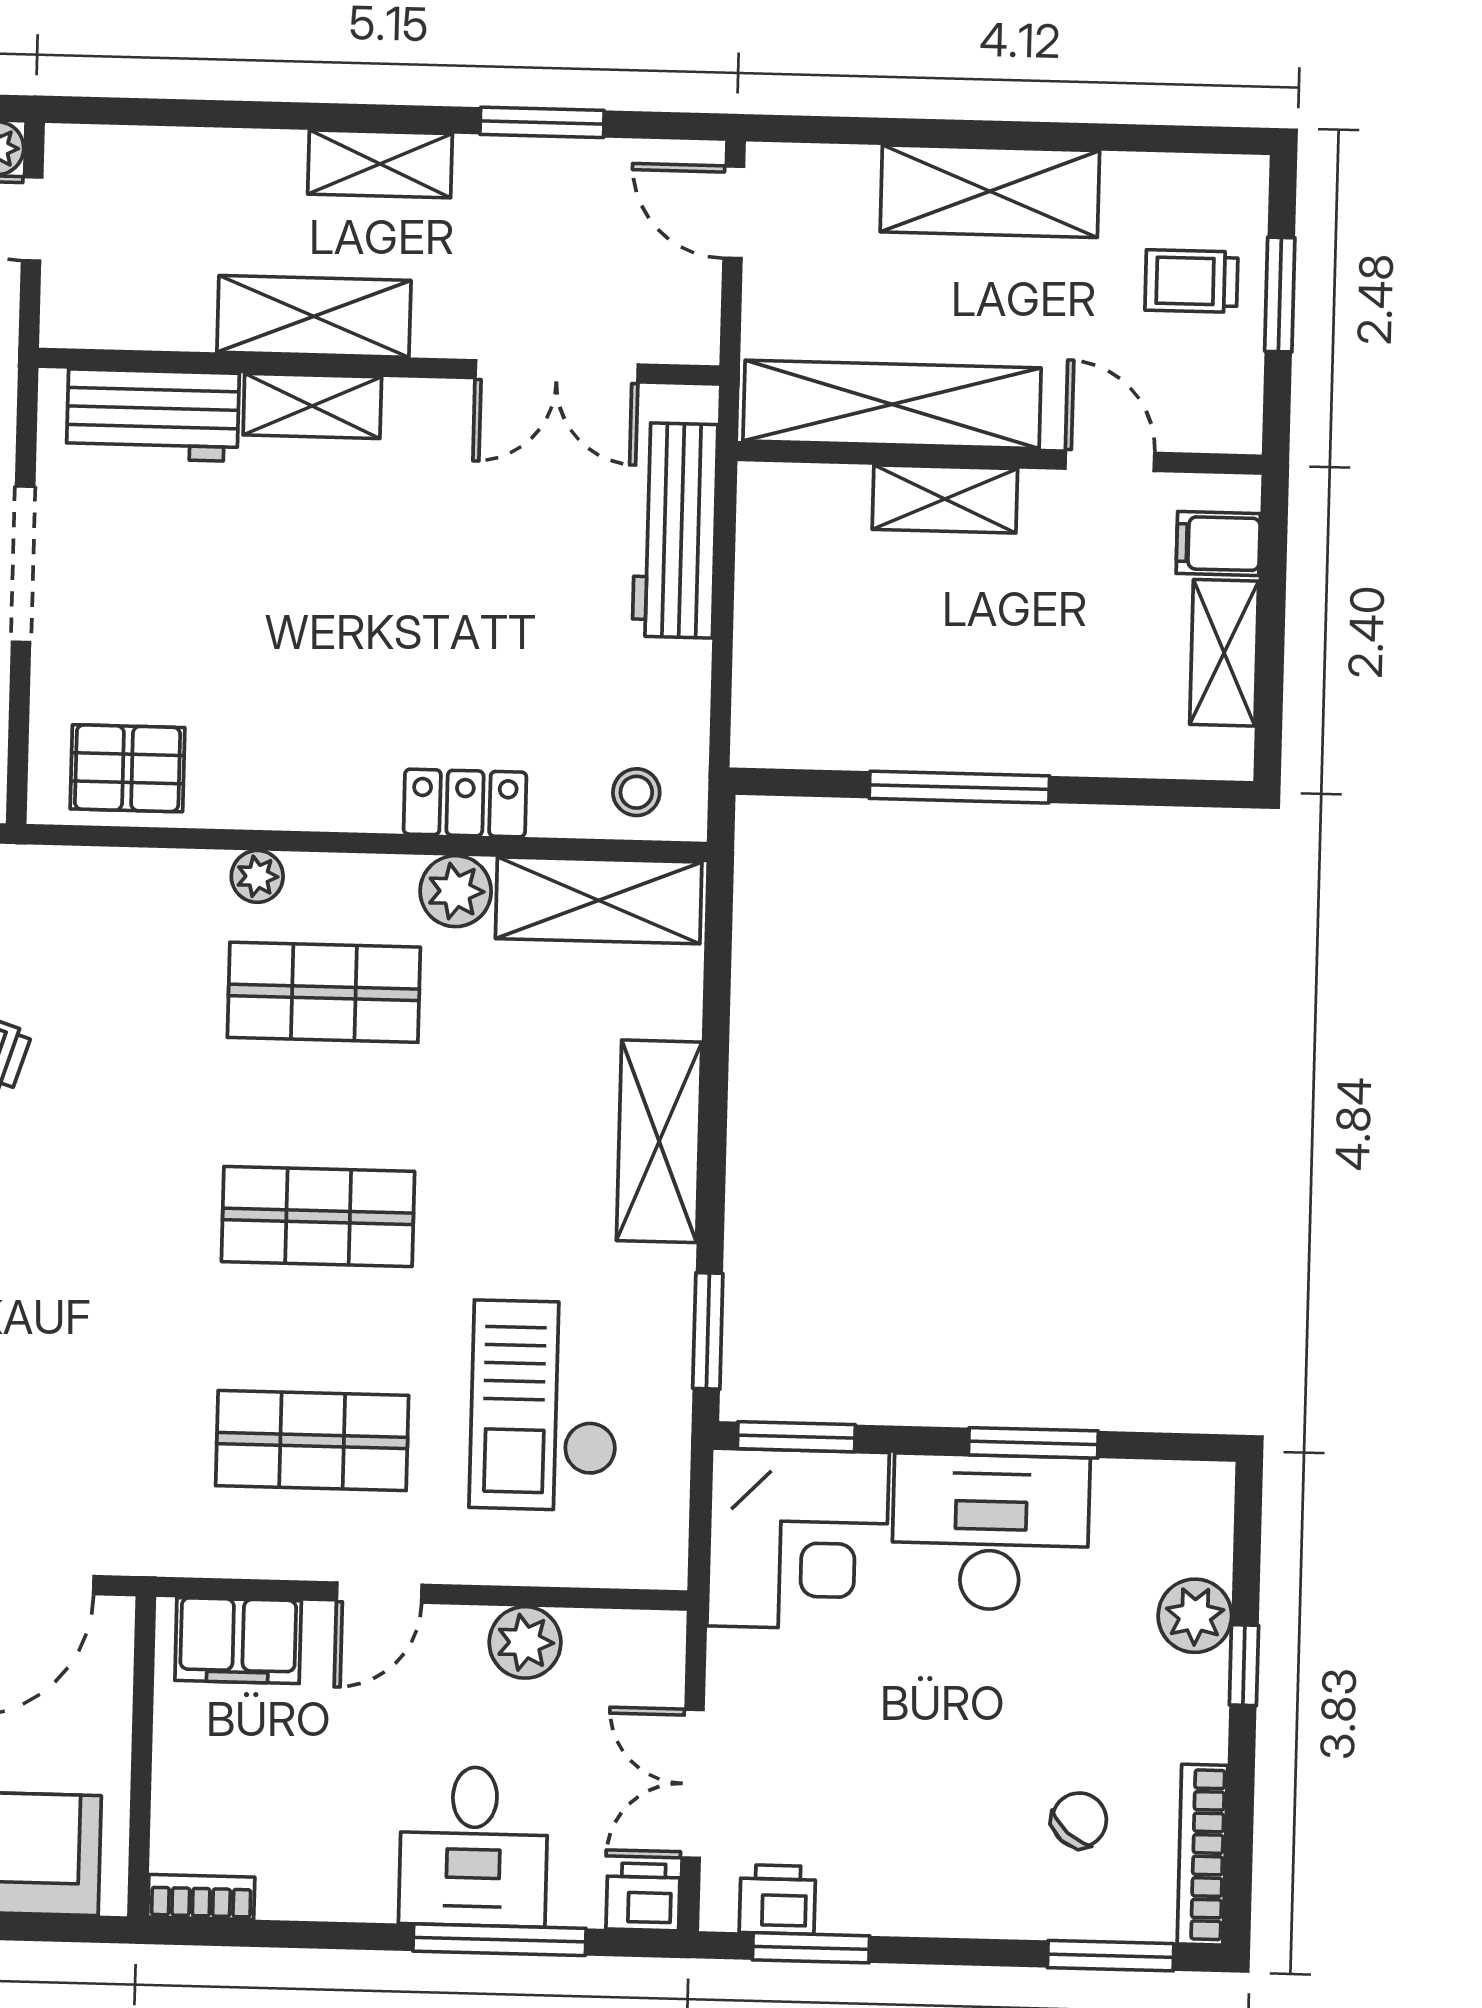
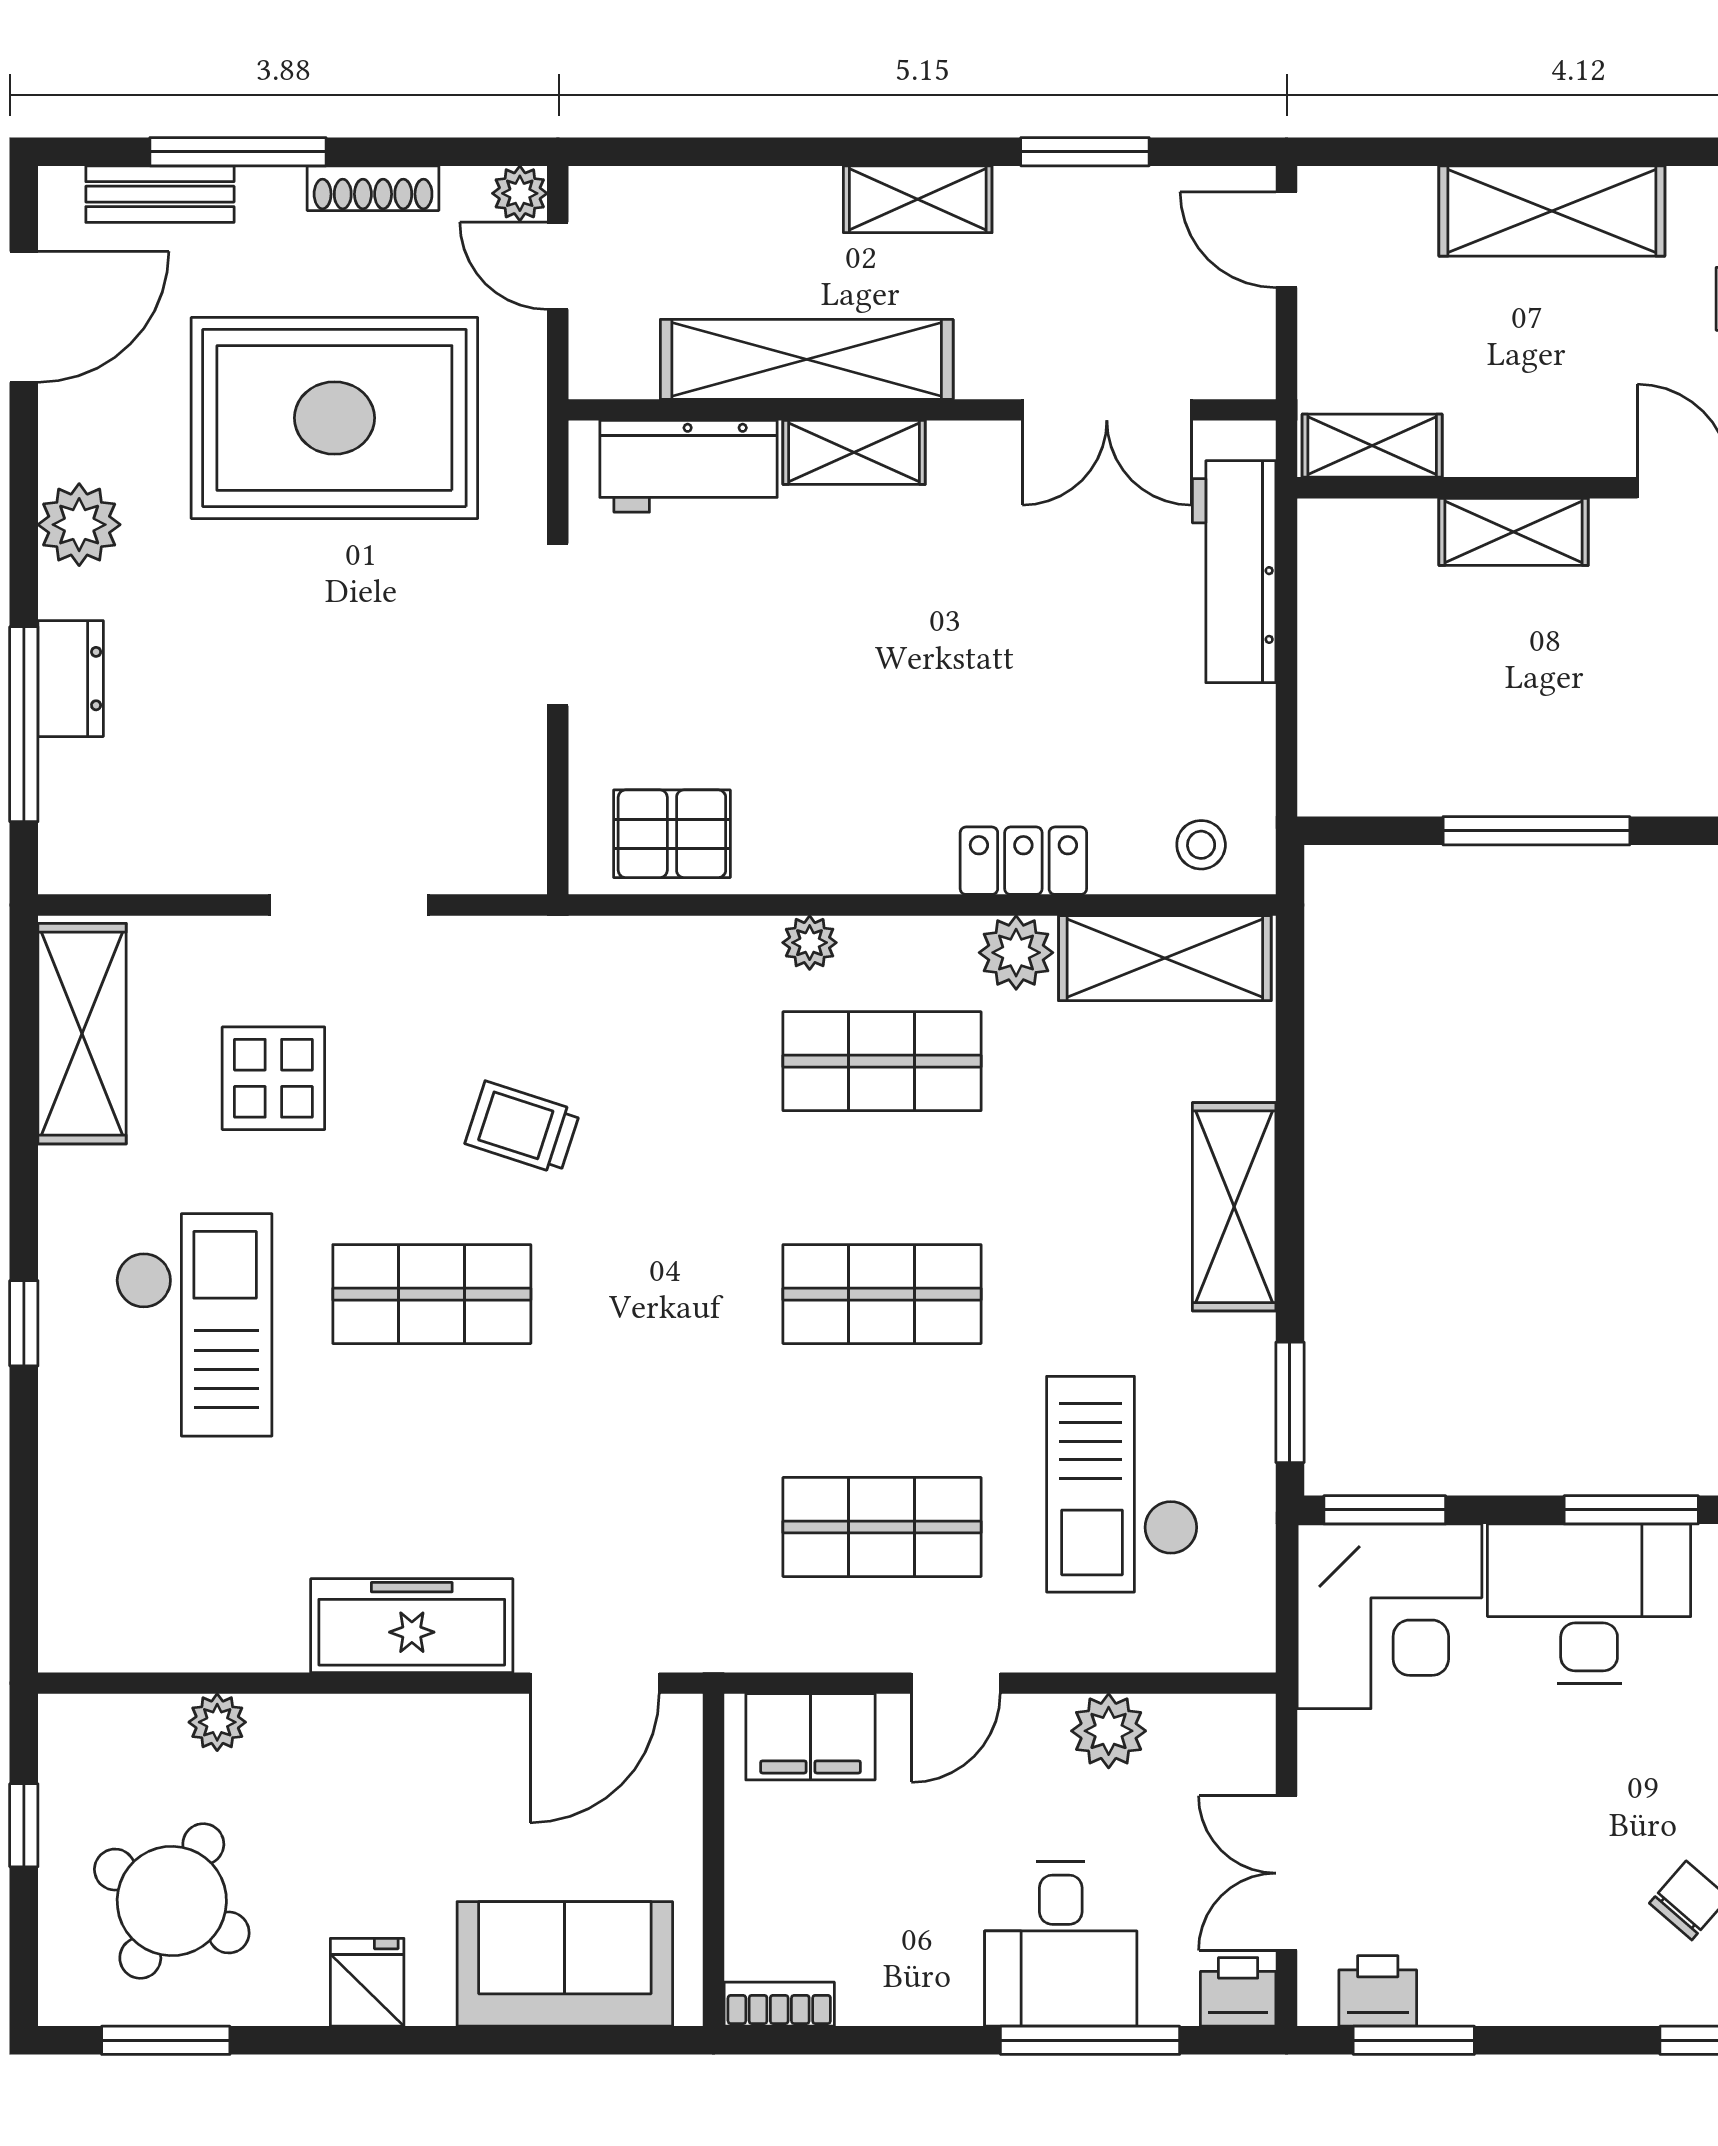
shelving: (314, 316) -> (807, 359), width x1.47
shelving: (892, 404) -> (1372, 446), width x0.45, depth x0.75

